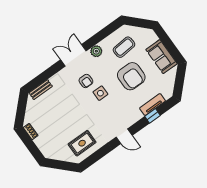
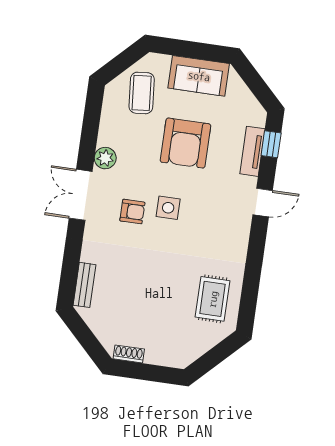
coffee table: (124, 47) -> (142, 93), moved
armchair: (131, 76) -> (185, 143), turned 90
window: (152, 116) -> (271, 144), moved
door: (124, 136) -> (263, 203), moved

